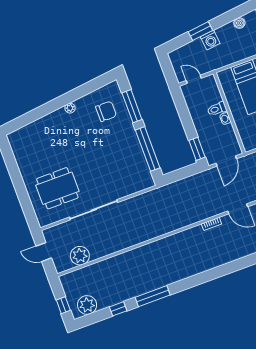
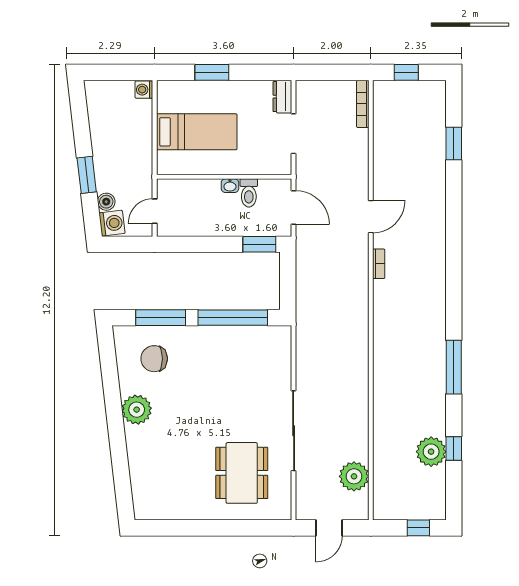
boiler: (239, 23) -> (106, 202), moved
washing machine: (210, 40) -> (112, 223), moved
plant: (70, 108) -> (137, 410), width x1.88, depth x1.88
toilet: (217, 109) -> (249, 193), moved
chair: (106, 111) -> (154, 359), turned -90
window: (153, 296) -> (454, 367), moved
plant: (87, 305) -> (431, 452), moved

